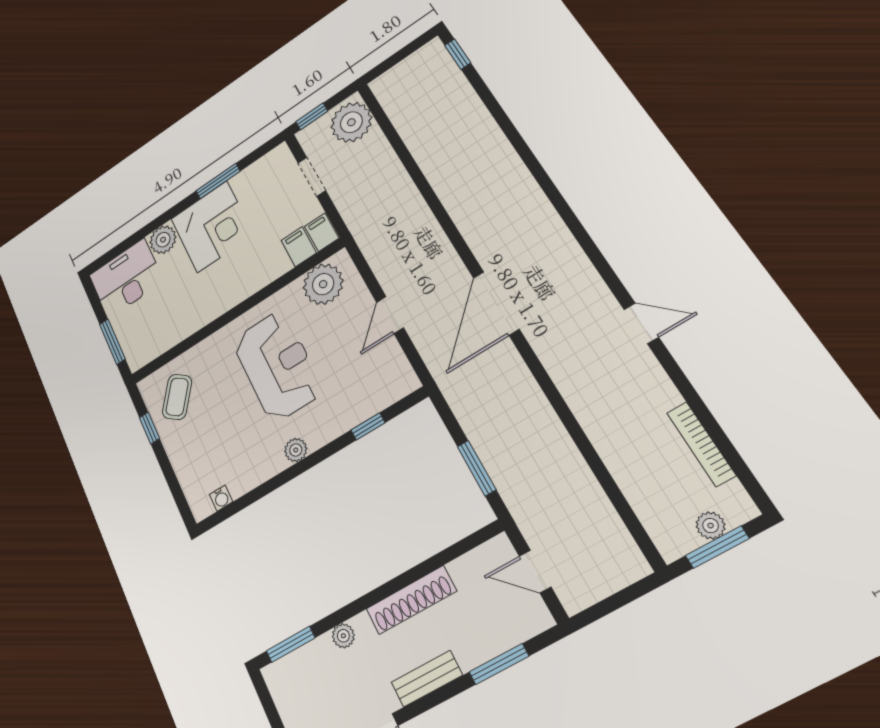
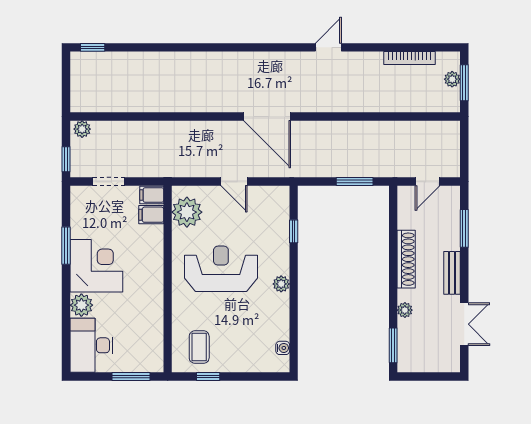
plant: (351, 122) -> (82, 129), width x0.53, depth x0.53
coffee table: (177, 397) -> (199, 347), turned 53

